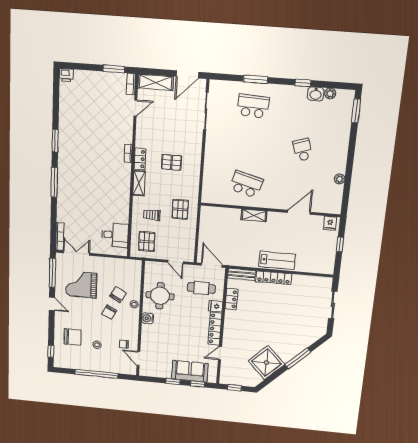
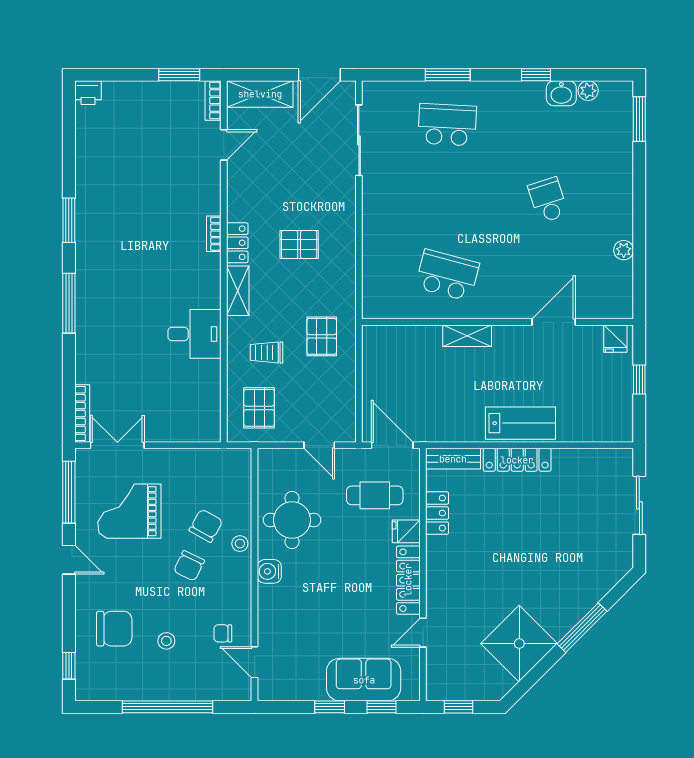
desk: (115, 235) -> (194, 334), moved

